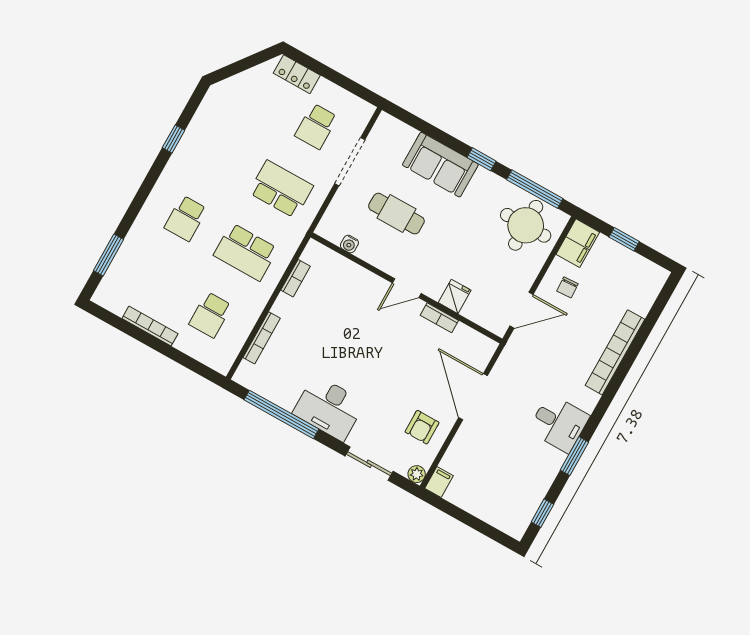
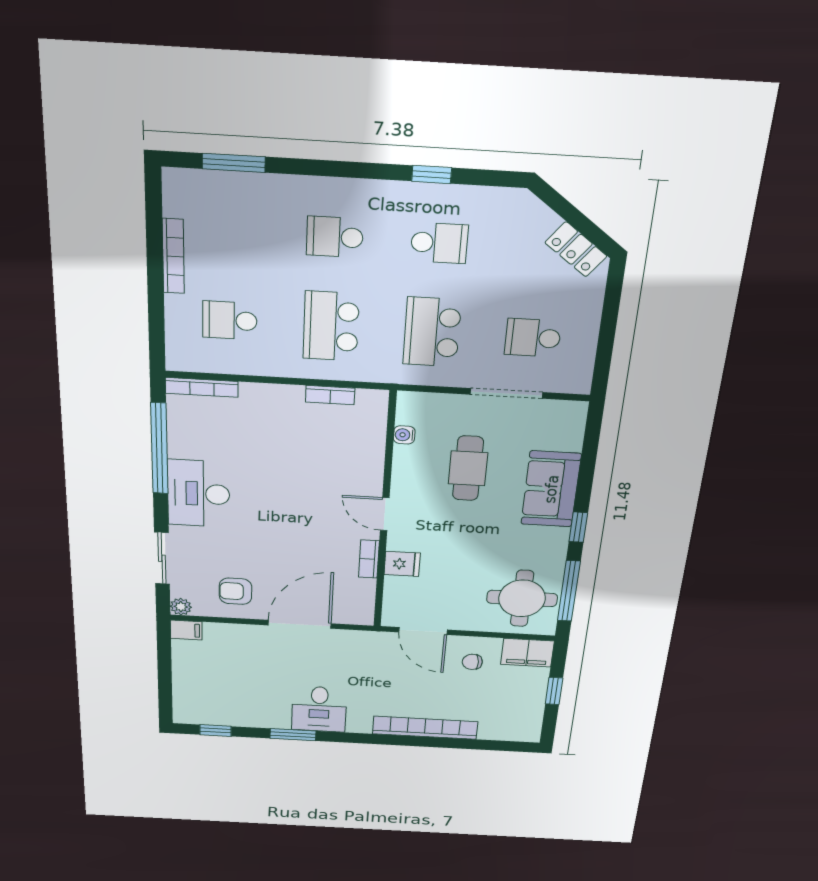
locker: (297, 74) -> (576, 249), moved, turned -53
school desk: (221, 155) -> (439, 243), added
school desk: (281, 189) -> (432, 332), turned 180
bookcase: (262, 338) -> (202, 387), moved

